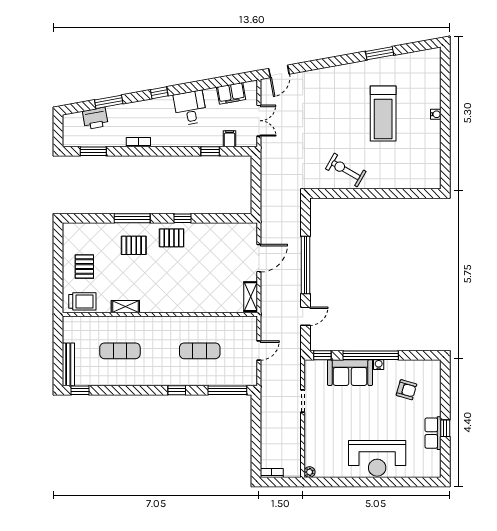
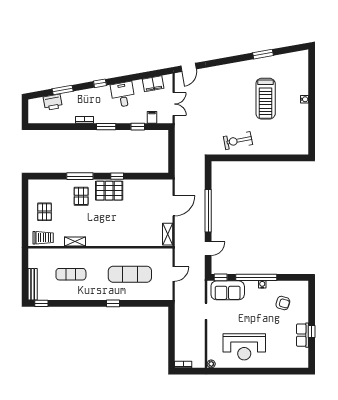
window: (93, 151) -> (106, 127), moved
exercise bike: (346, 170) -> (238, 141), turned -41
pallet: (172, 238) -> (109, 191), width x1.50, depth x1.42
pallet: (134, 245) -> (81, 196), turned 90
exercise mat: (200, 351) -> (130, 274), width x1.36, depth x1.45
sofa: (350, 373) -> (228, 290), moved
window: (227, 390) -> (150, 303), removed
reception desk: (377, 458) -> (244, 347), moved

